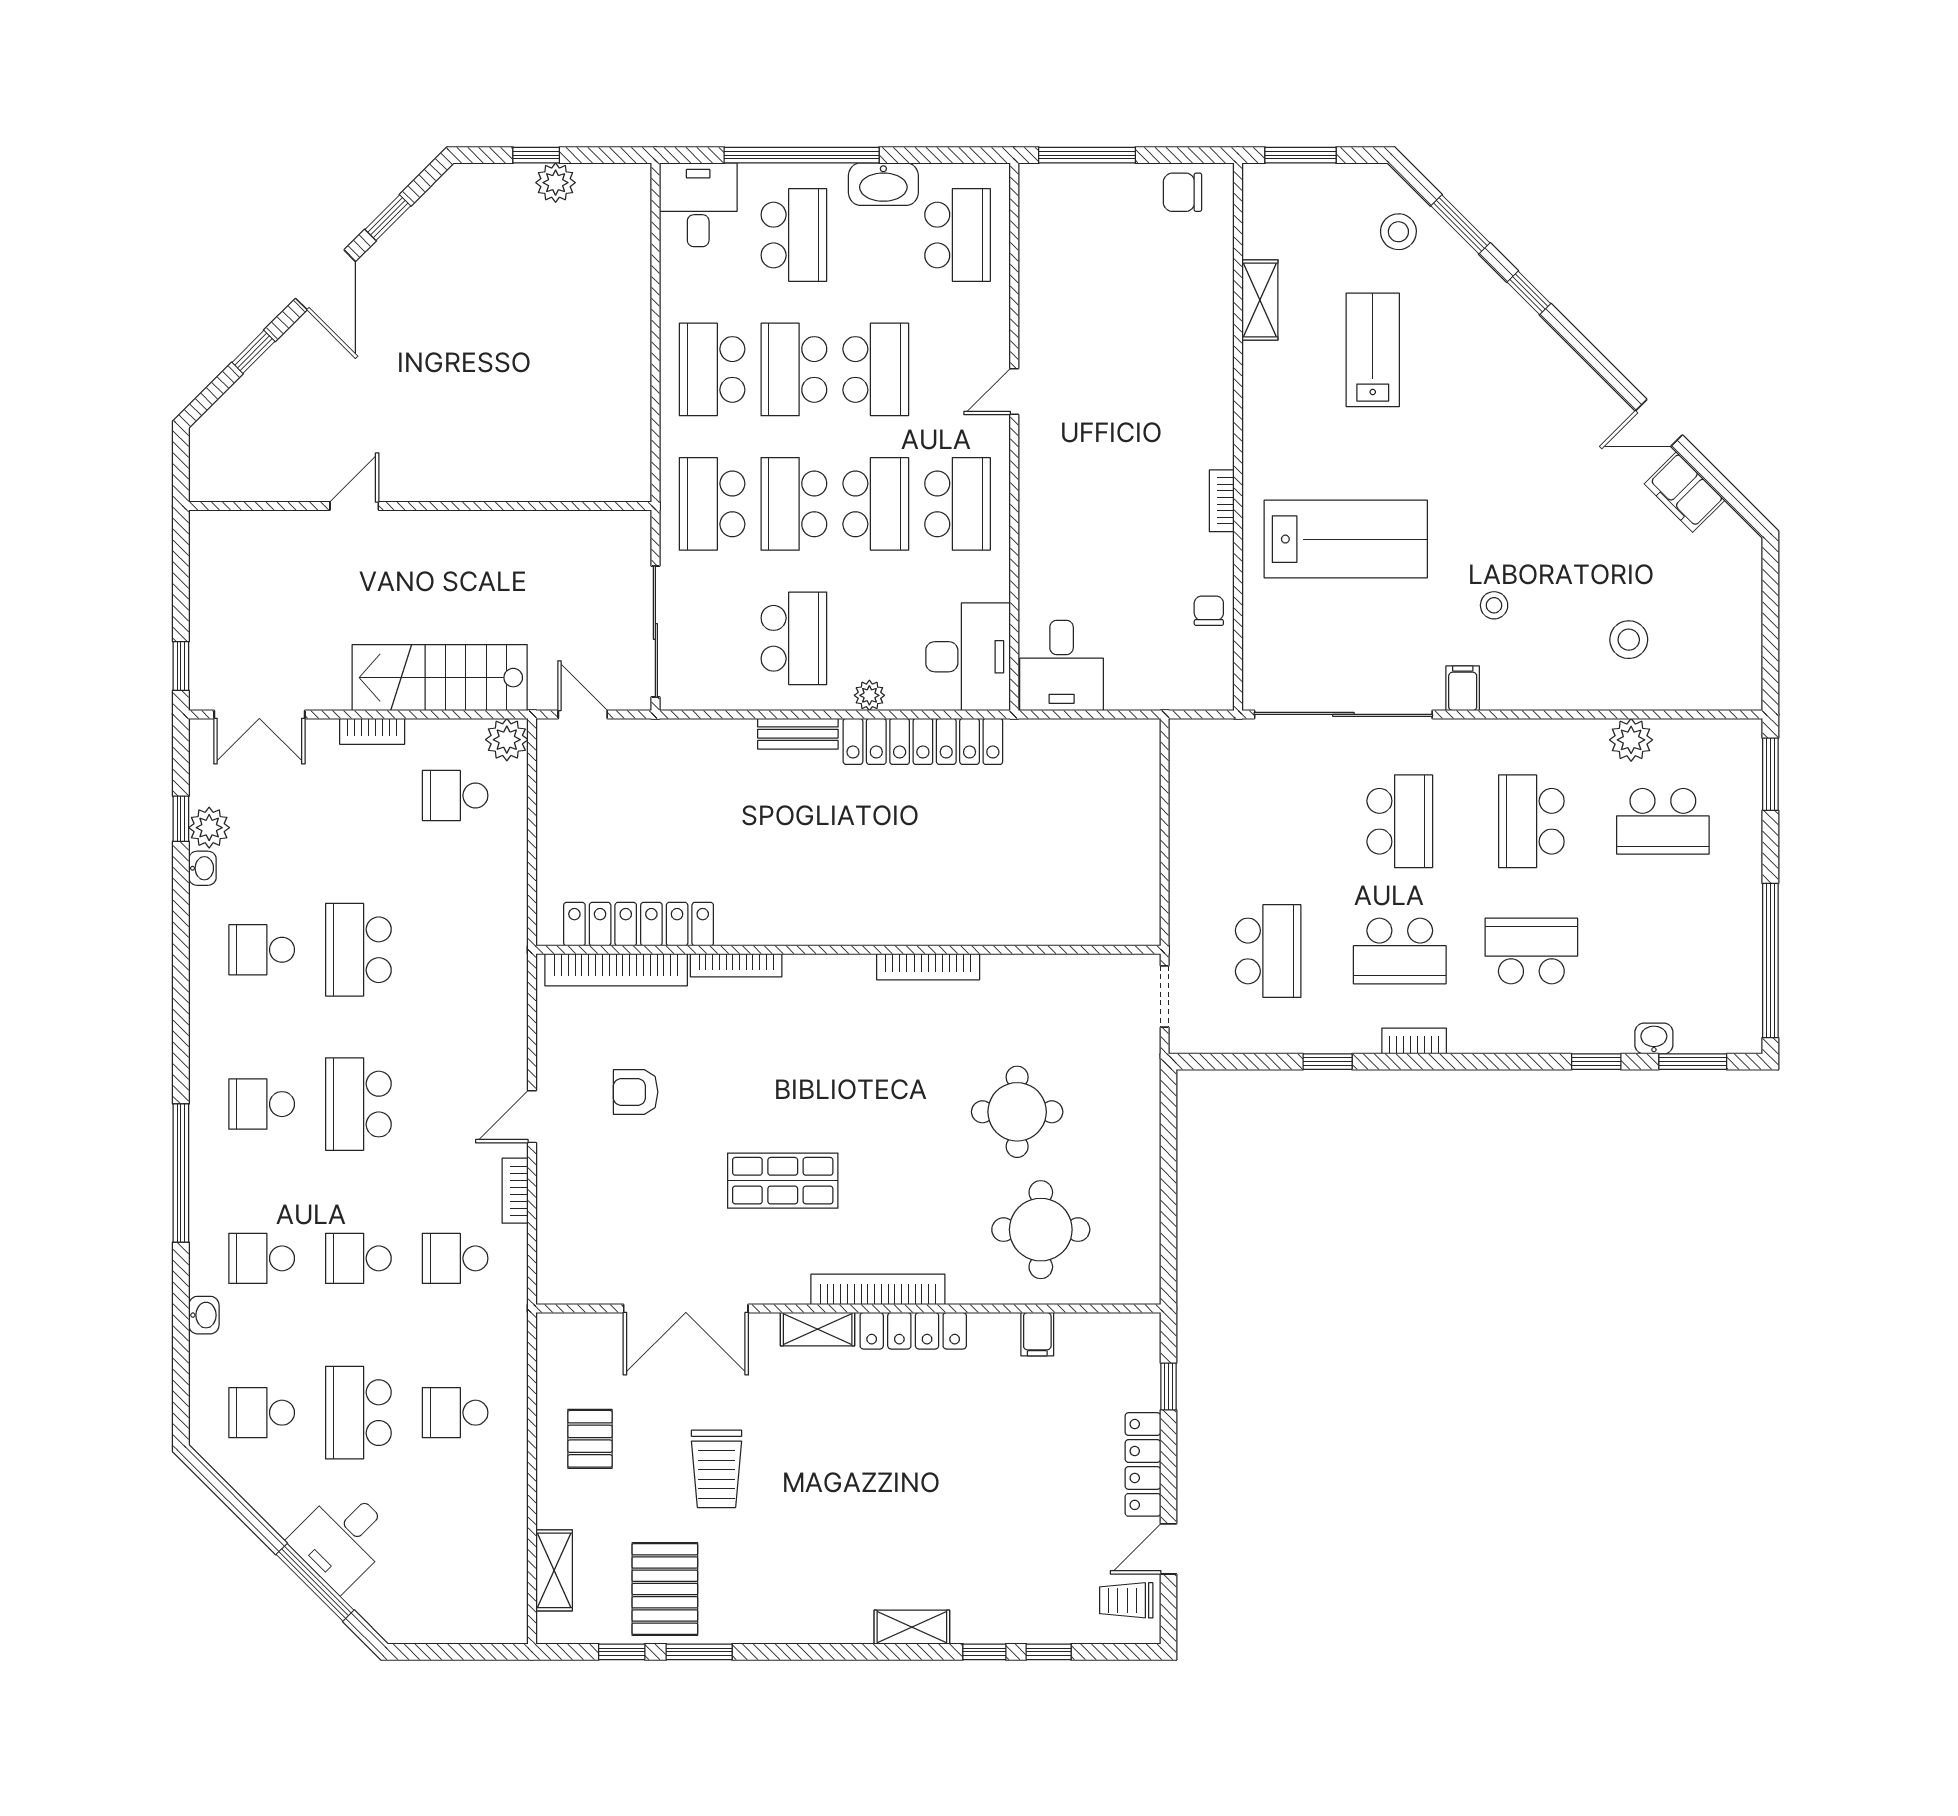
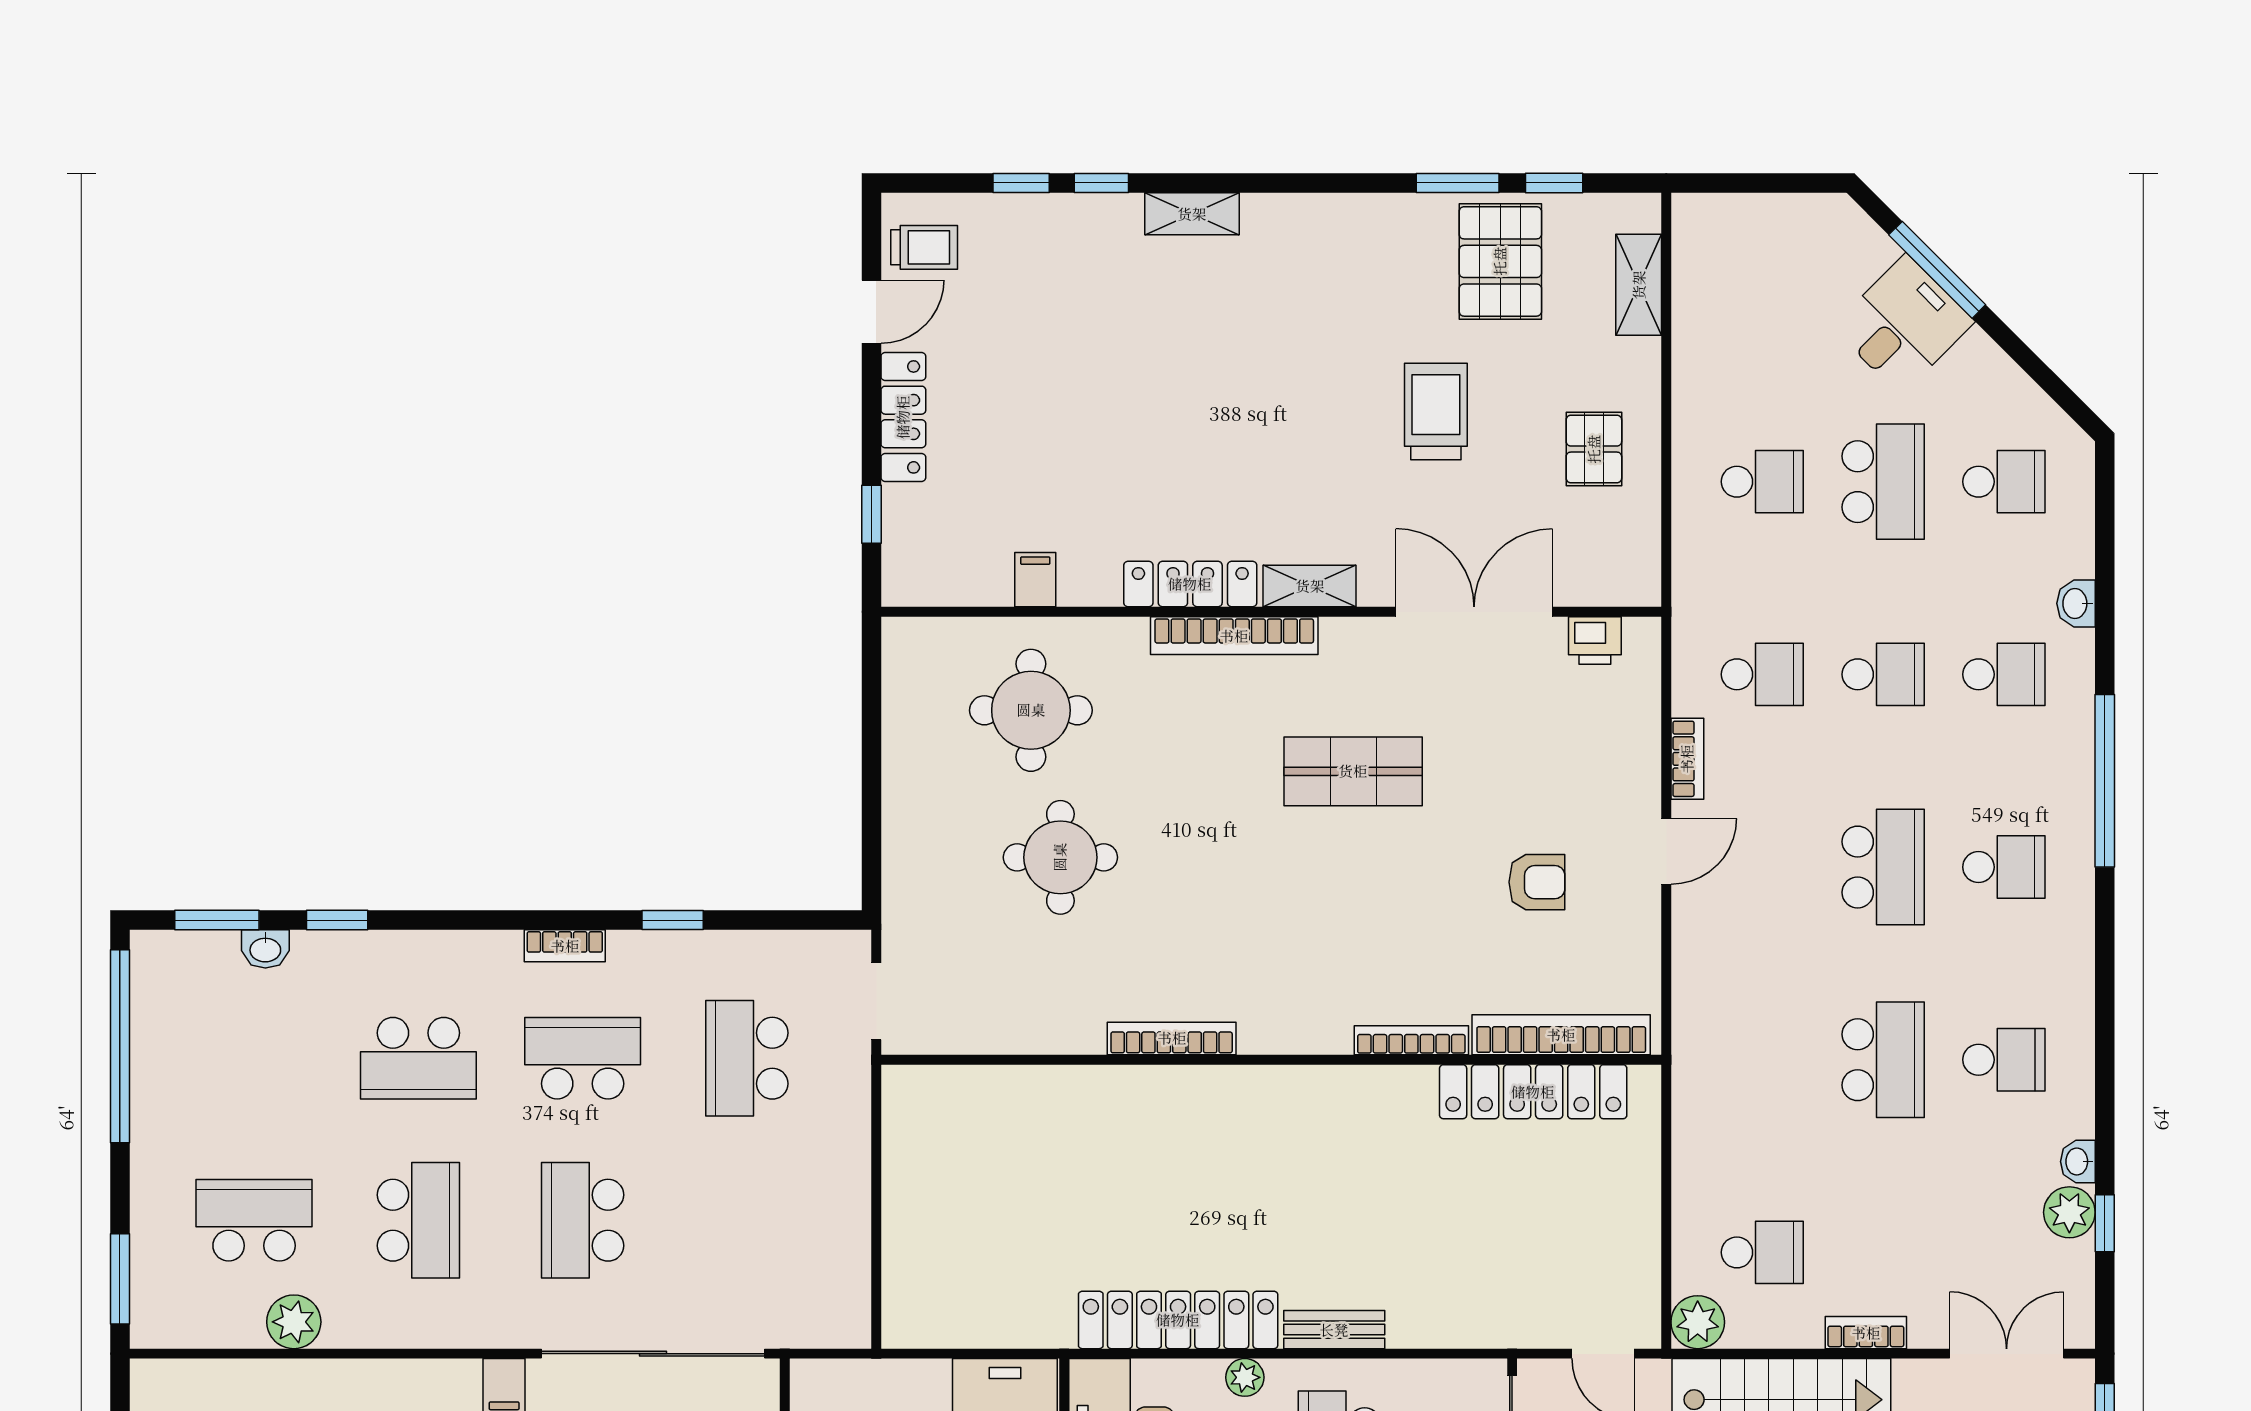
printer: (589, 1286) -> (1595, 640), added

